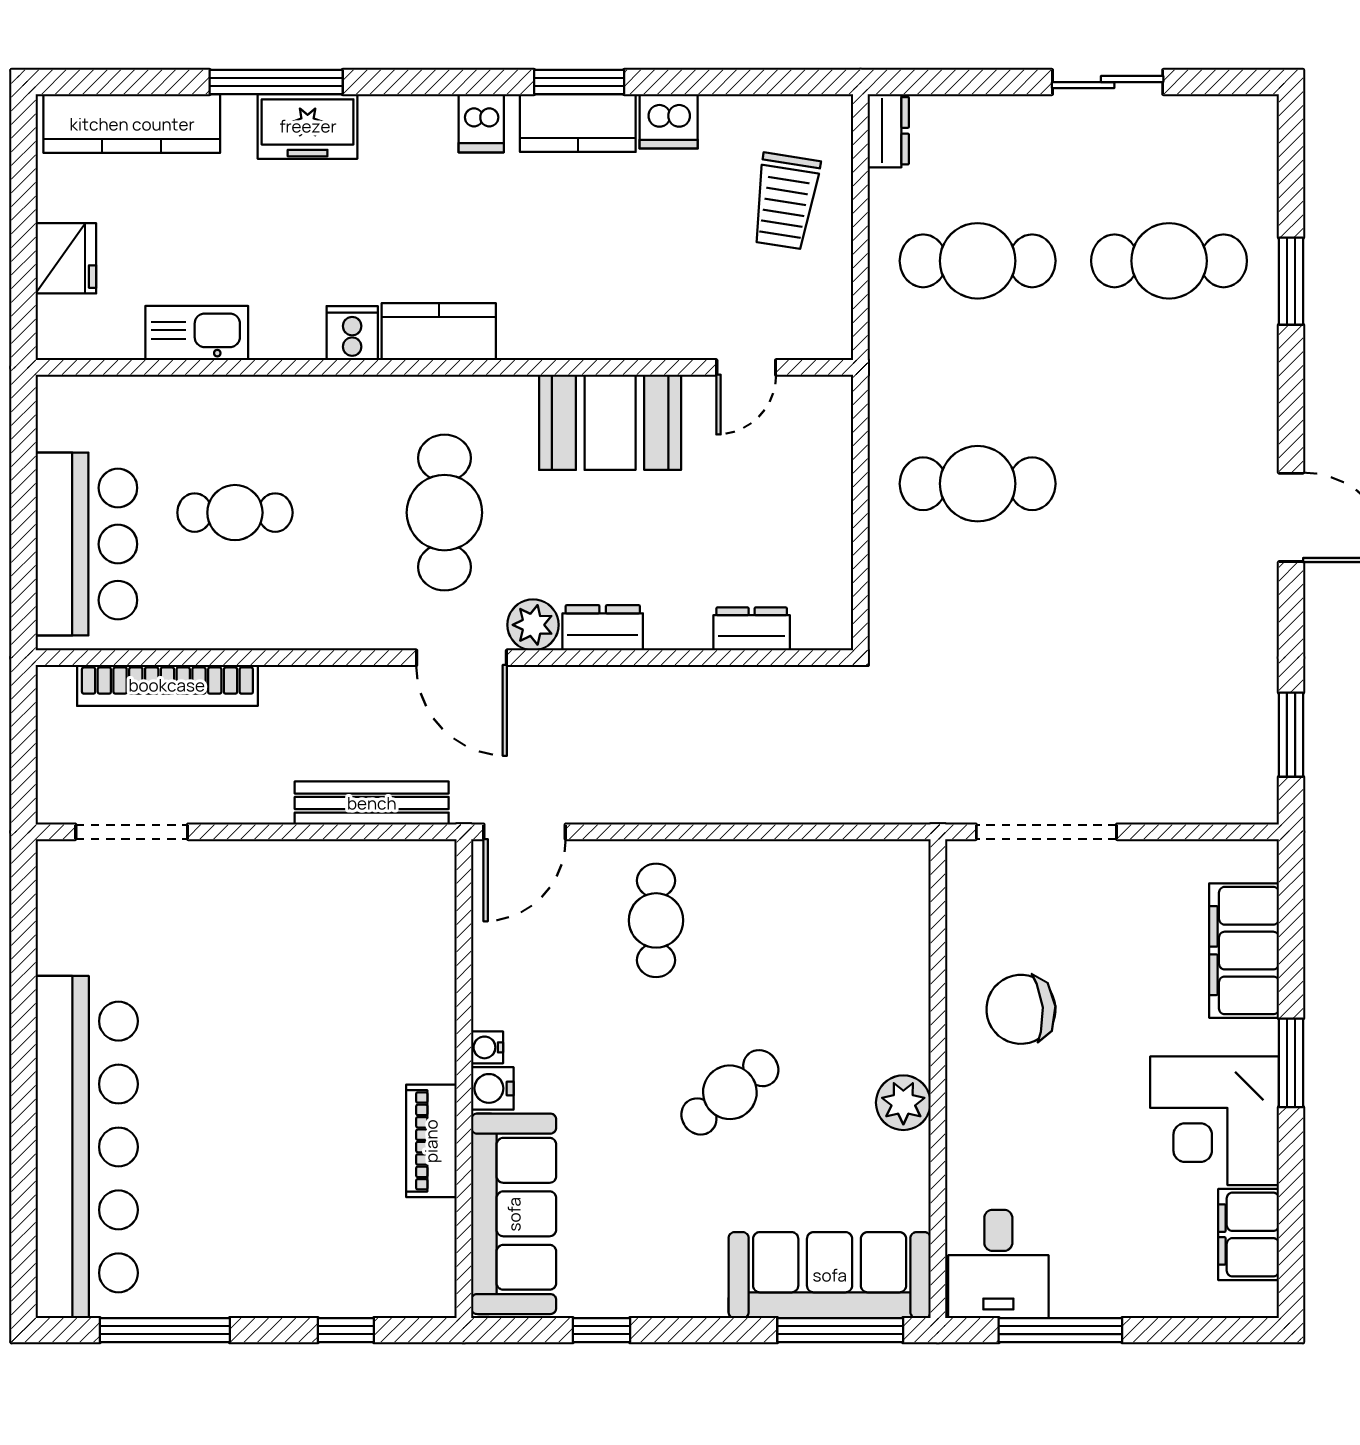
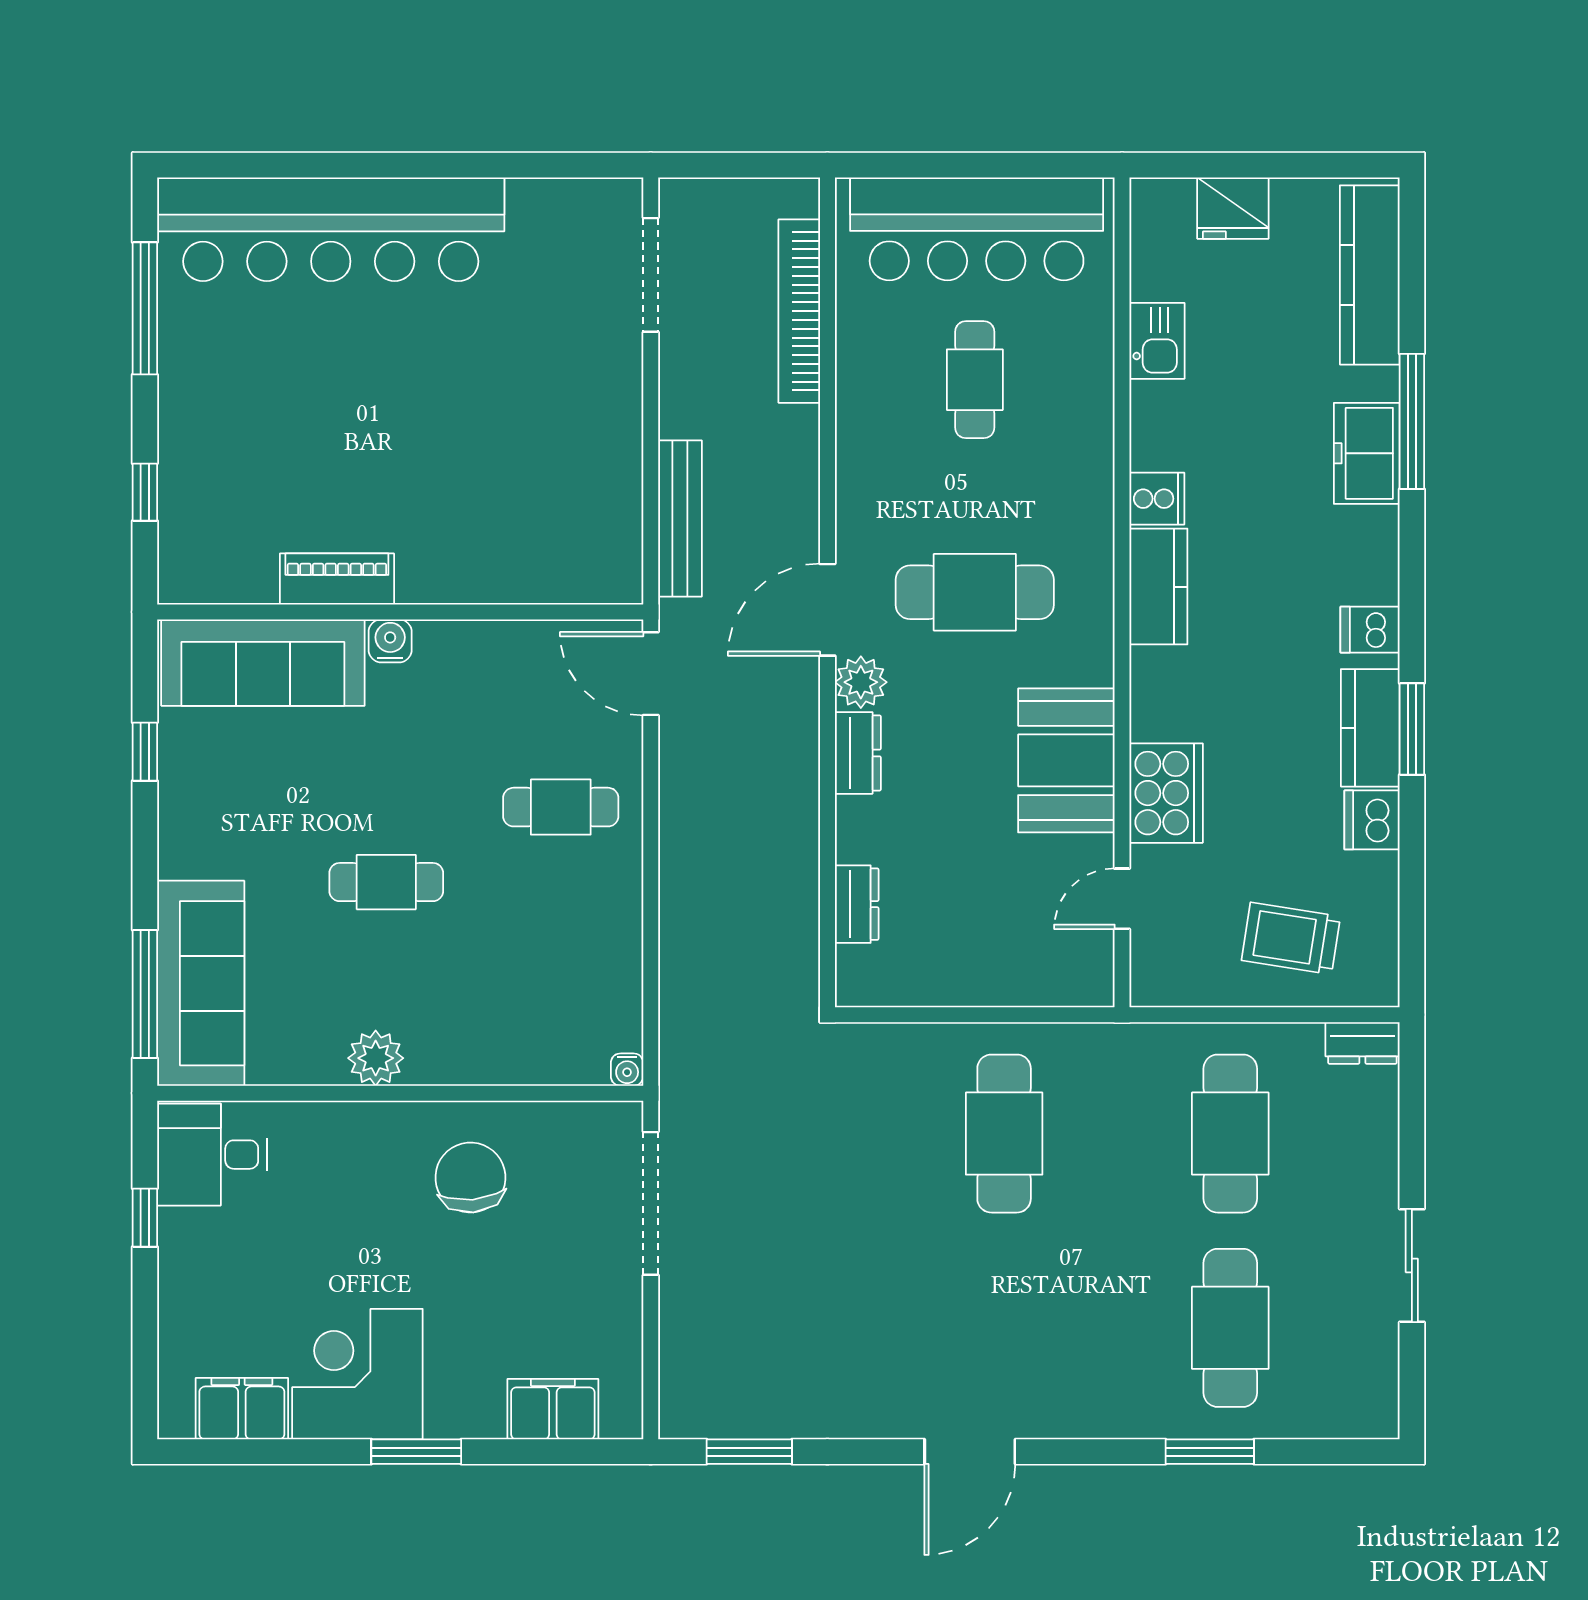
cooker: (642, 324) -> (1166, 793), added
kitchen sink: (197, 333) -> (1157, 341), width x0.73
door: (746, 367) -> (1122, 899), hinge flipped
bar counter: (86, 544) -> (977, 229), width x1.36
filing cabinet: (1244, 951) -> (553, 1409), width x0.67, depth x0.86
water cooler: (487, 1047) -> (627, 1070), moved, turned 180
cafe table: (730, 1092) -> (386, 882), turned -52
window: (1060, 1330) -> (145, 1218), width x0.46

